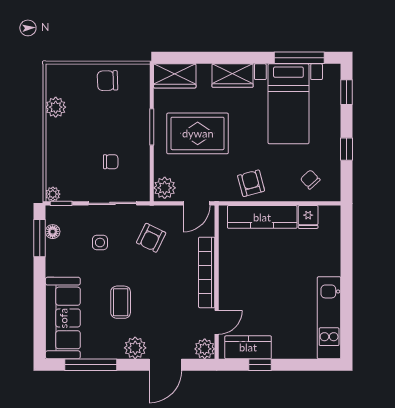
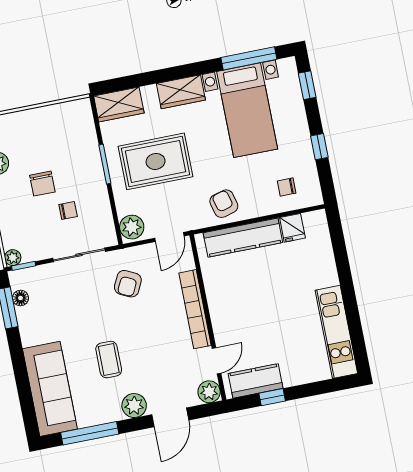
chair: (107, 81) -> (42, 184), moved, turned -88
chair: (310, 179) -> (287, 187), turned -47
side table: (100, 243) -> (74, 300), removed

